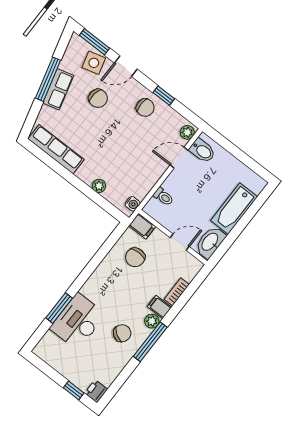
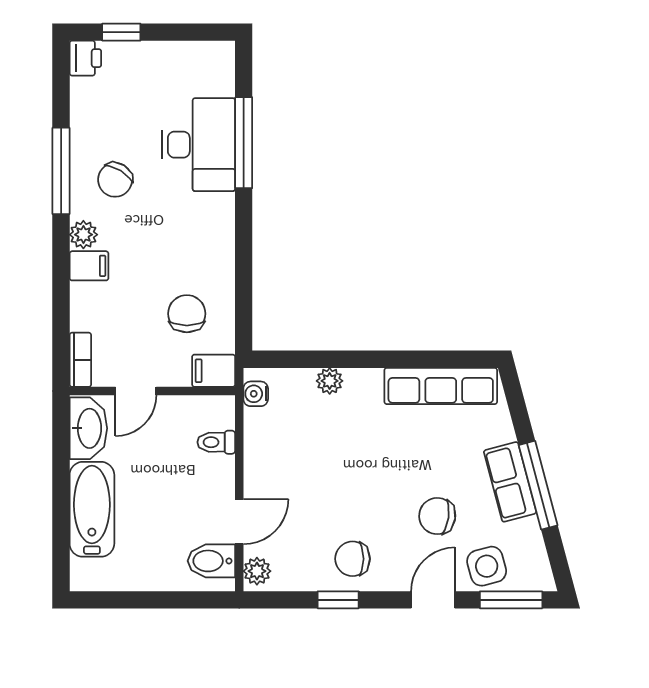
bookcase: (177, 292) -> (80, 360), moved
window: (59, 308) -> (244, 143), width x1.44
window: (150, 342) -> (61, 171), moved

